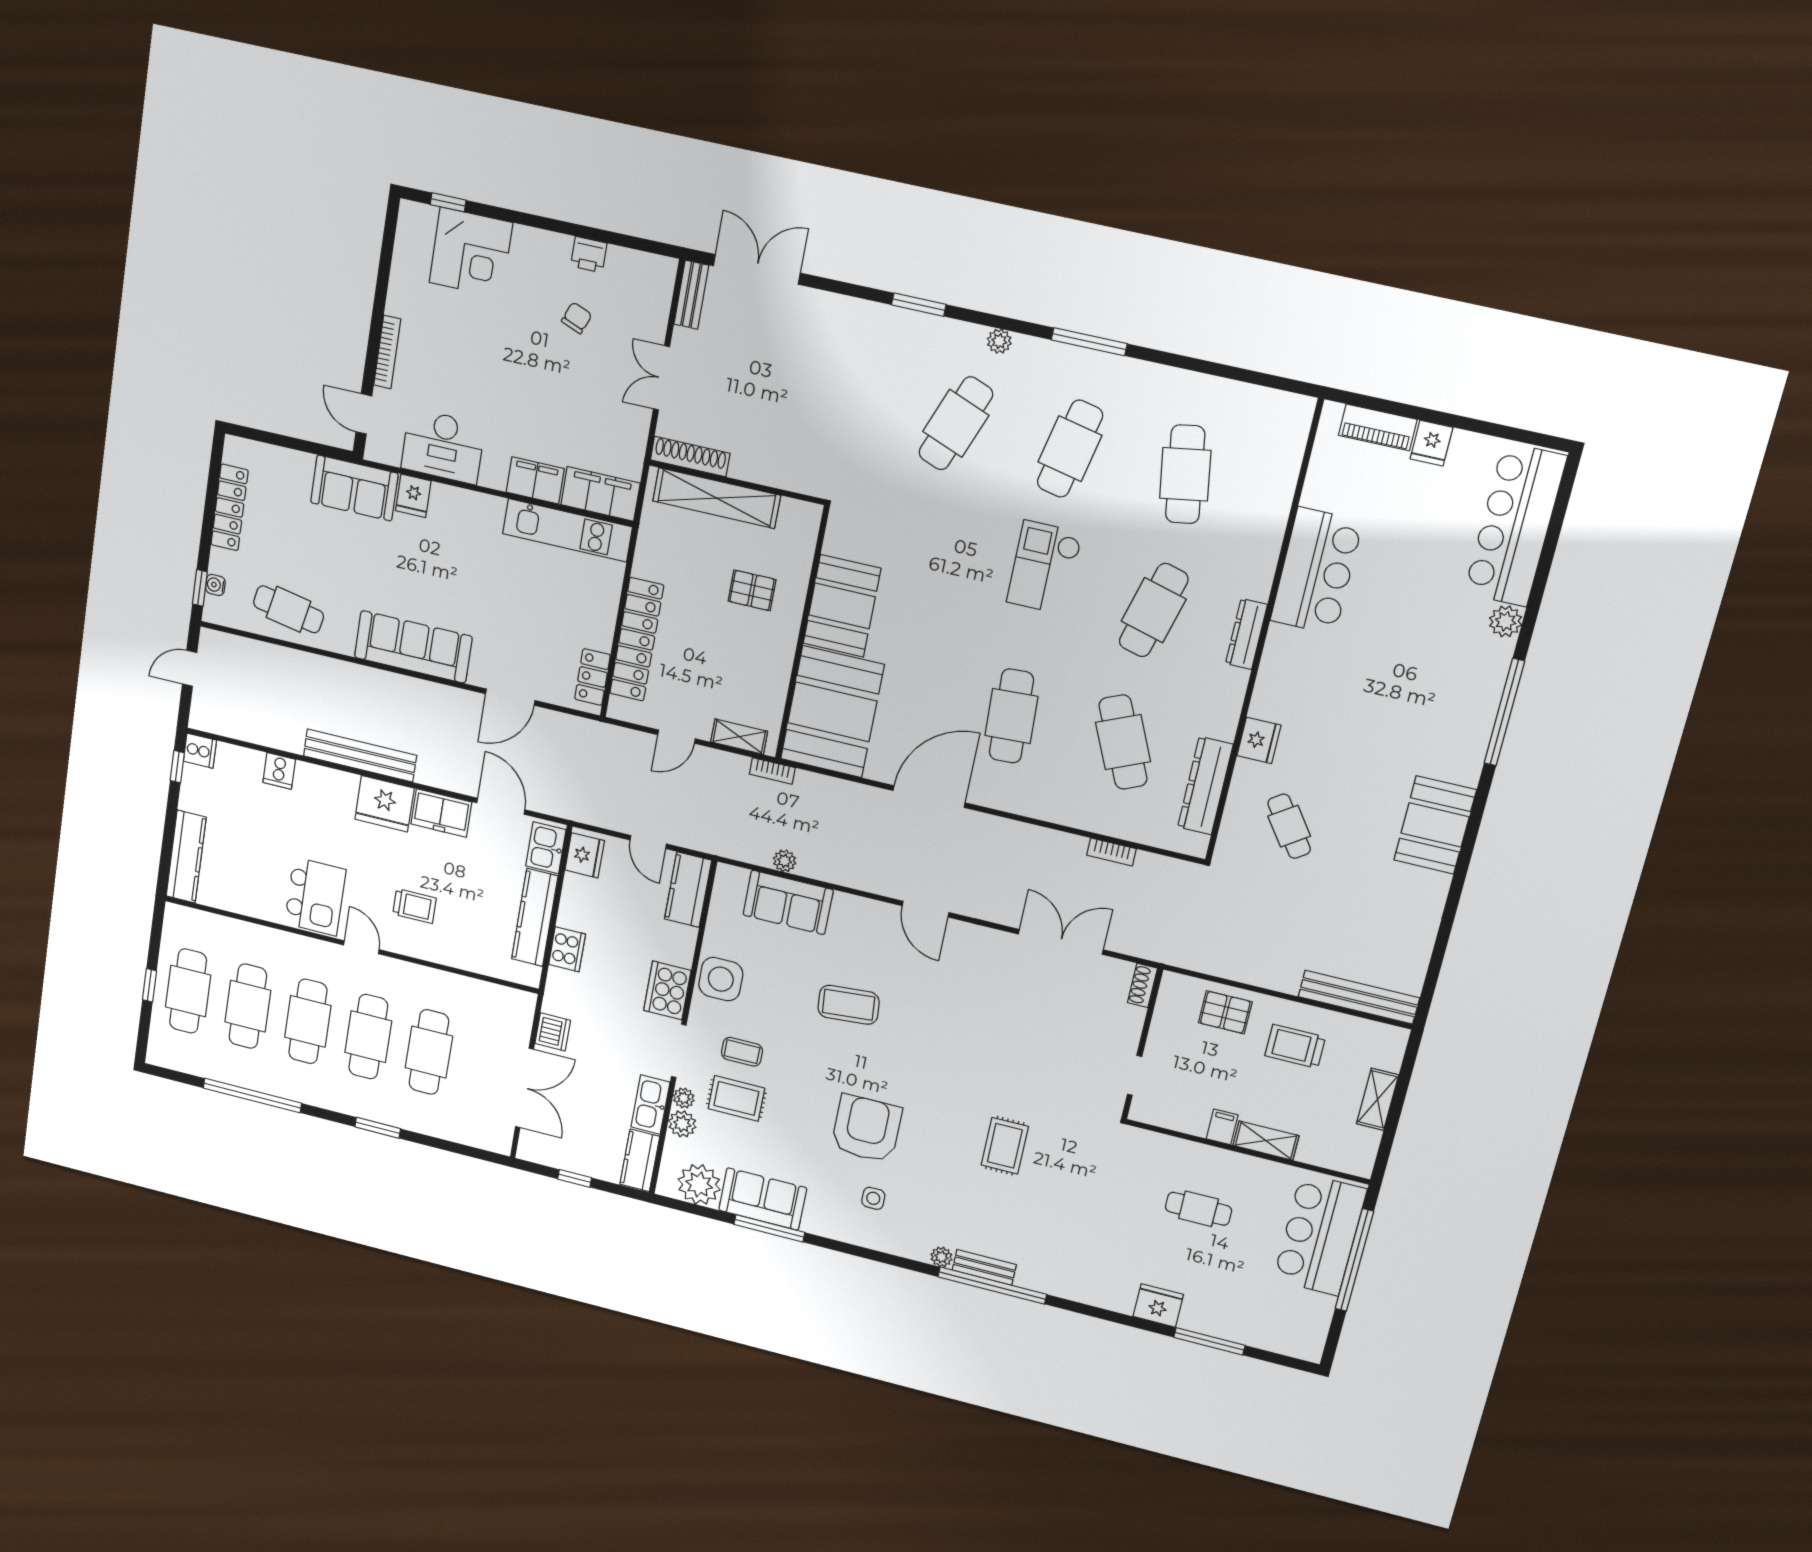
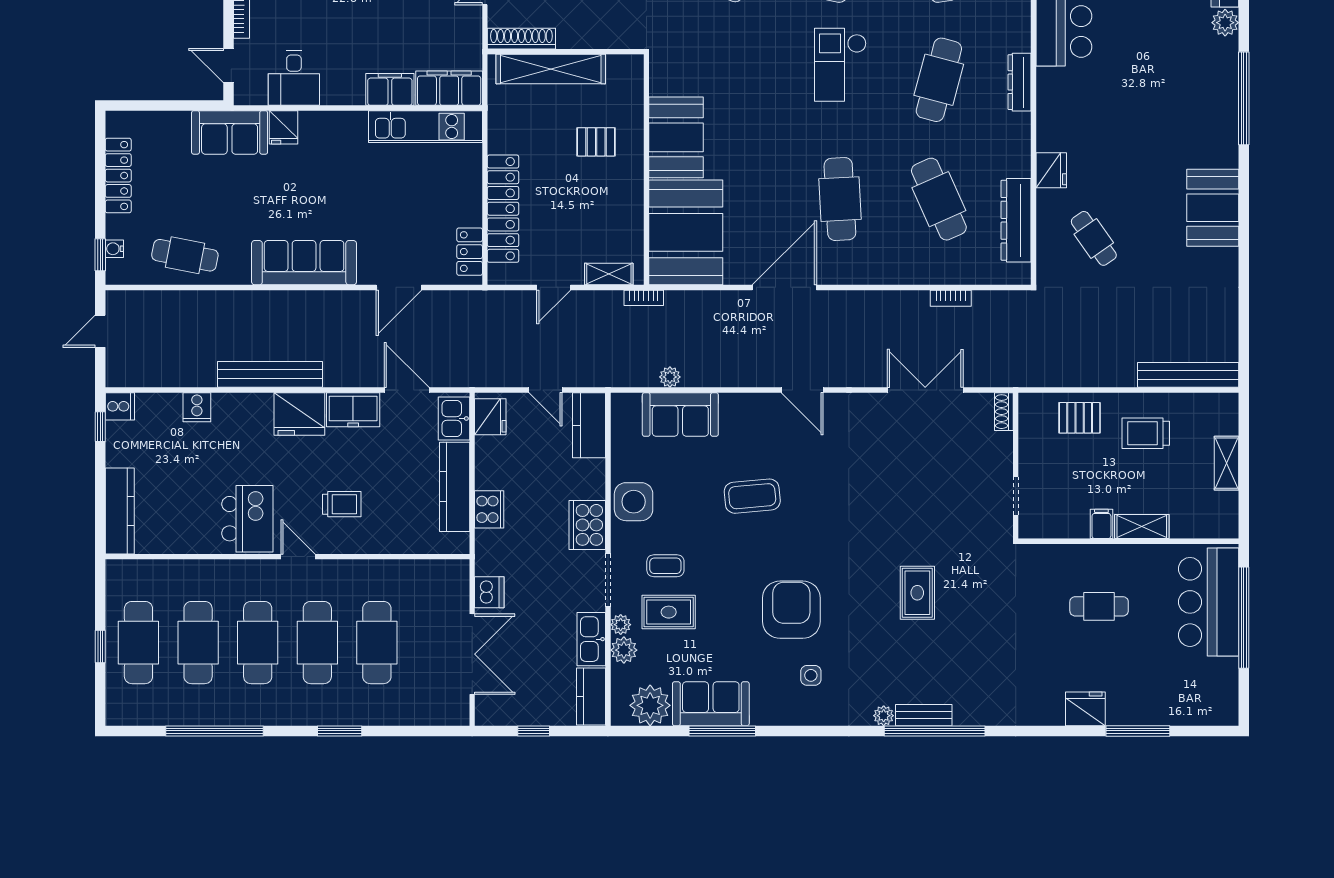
desk: (443, 446) -> (294, 78), width x0.73

